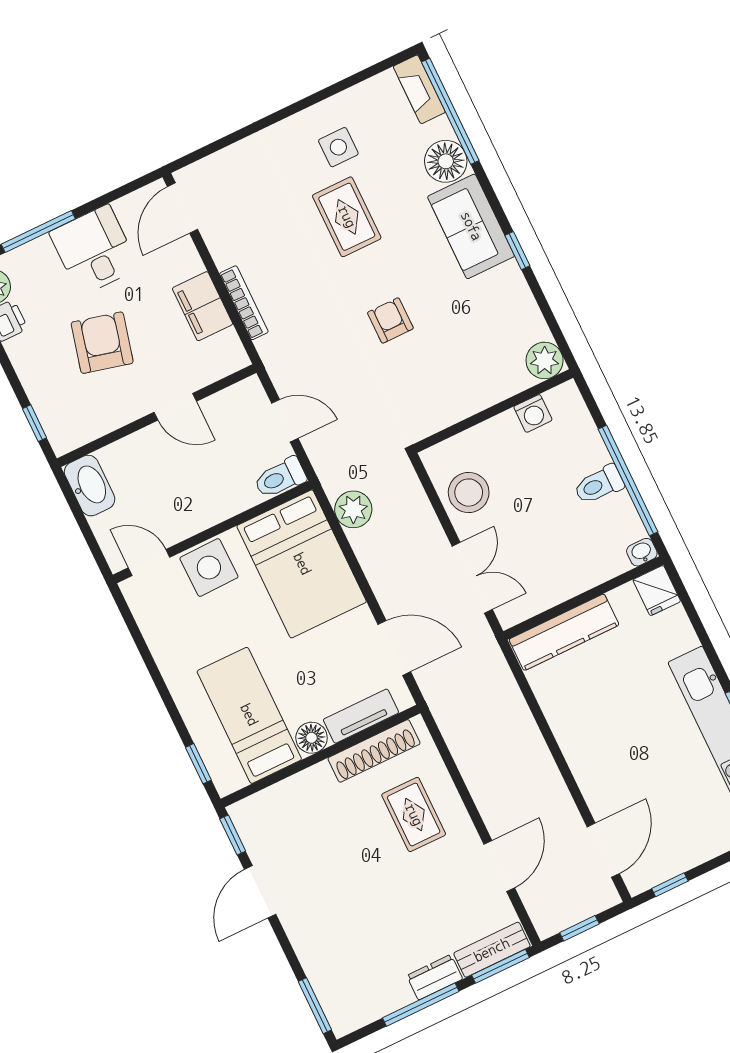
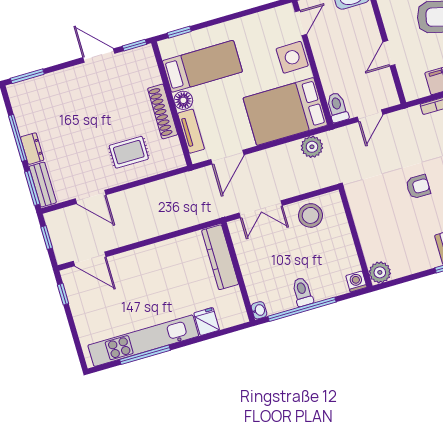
washing machine: (533, 413) -> (356, 281), moved, turned 90
fridge: (657, 591) -> (207, 322), moved, turned 90
shoe rack: (374, 751) -> (163, 111), moved

